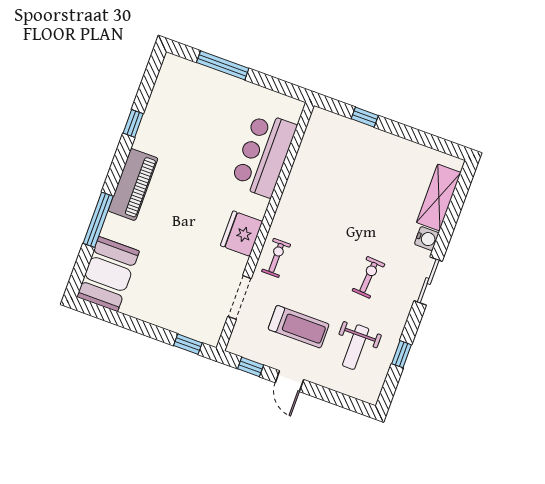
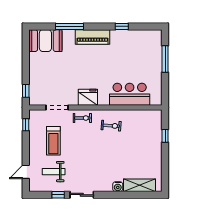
exercise bike: (368, 277) -> (111, 126), moved
sliding door: (428, 281) -> (82, 195), moved
door: (289, 381) -> (26, 172), moved

